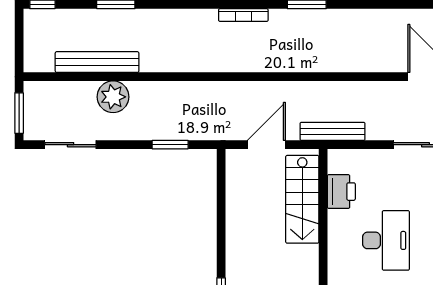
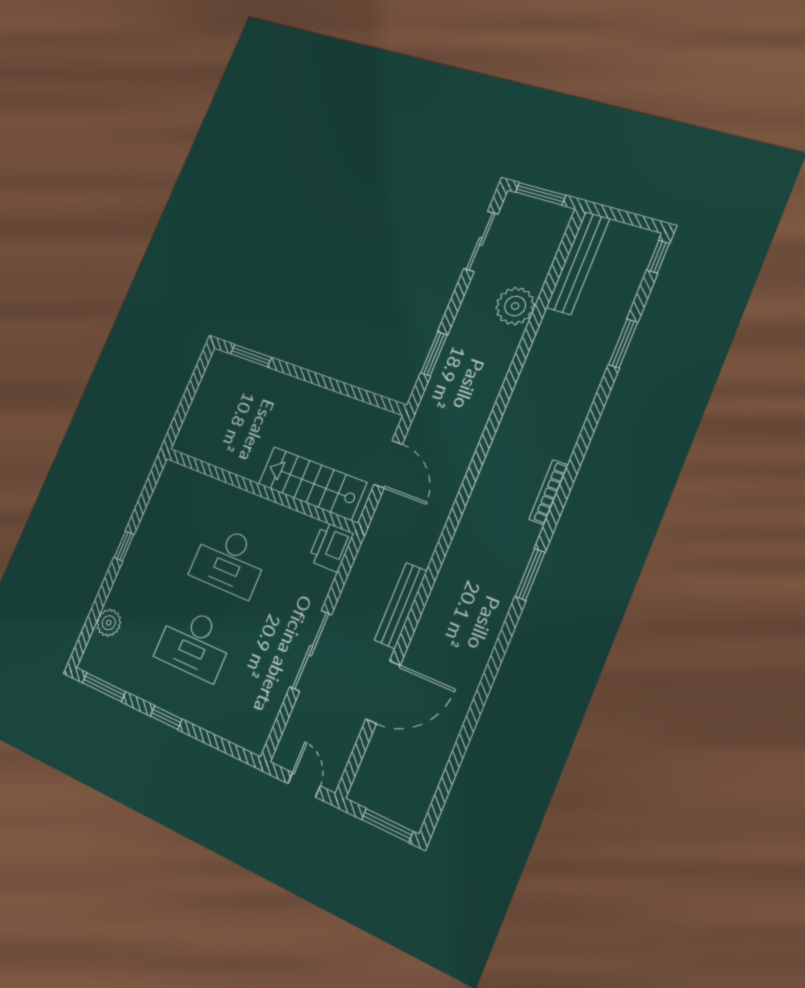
bench: (97, 62) -> (578, 263), moved
bench: (333, 131) -> (401, 606), moved
printer: (341, 192) -> (331, 547), moved, turned 90

